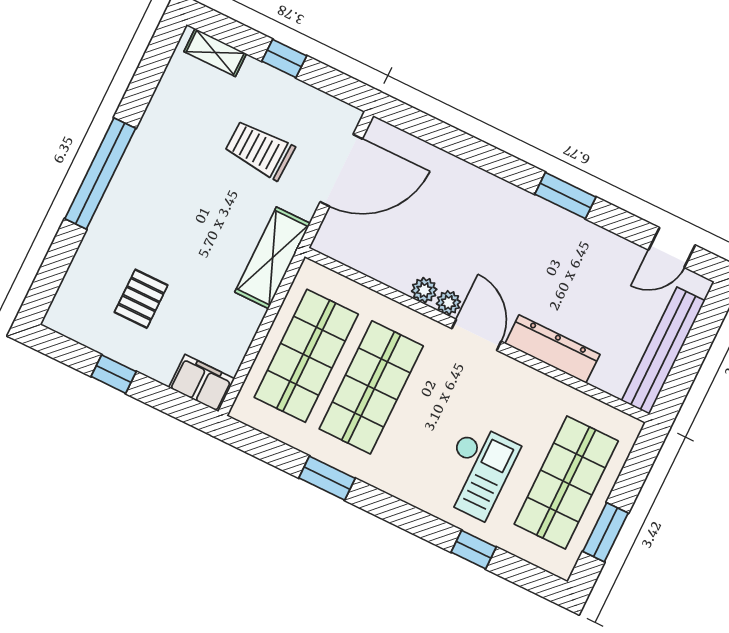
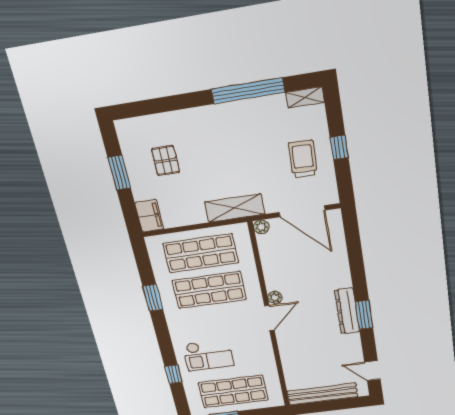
shelving: (215, 53) -> (305, 97), moved, turned 90
trolley: (260, 150) -> (303, 159), moved
window: (100, 173) -> (248, 91), moved
plant: (424, 290) -> (261, 227), moved
pallet: (141, 299) -> (166, 161), turned 90
dresser: (552, 349) -> (347, 311), moved, turned 180
window: (114, 374) -> (119, 173), width x1.50

